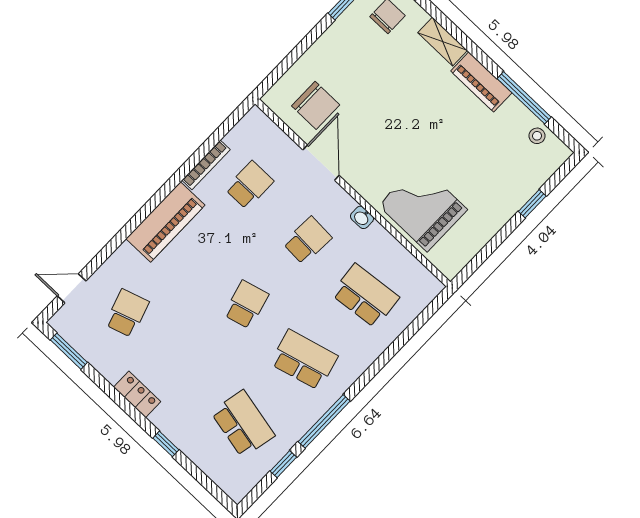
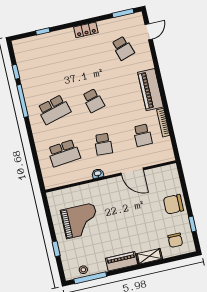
window: (524, 98) -> (90, 278), moved
chair: (316, 105) -> (173, 204), moved
grand piano: (423, 207) -> (80, 221), moved
school desk: (243, 424) -> (44, 66), removed
window: (166, 444) -> (43, 31), moved

